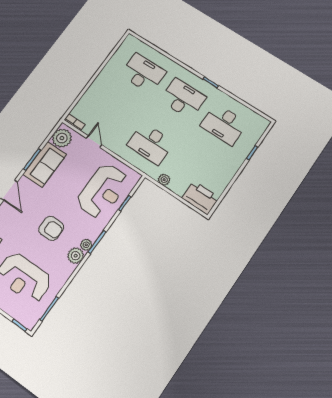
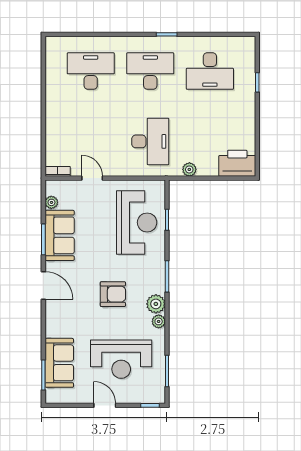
plant: (62, 138) -> (51, 202), width x0.53, depth x0.53
desk: (151, 144) -> (150, 141), turned -90
plant: (86, 245) -> (159, 321), moved

